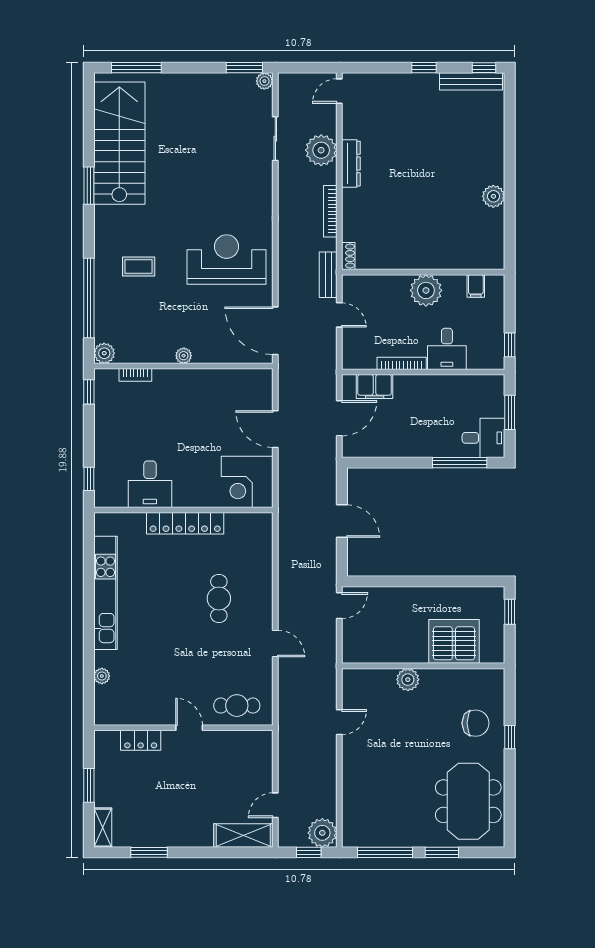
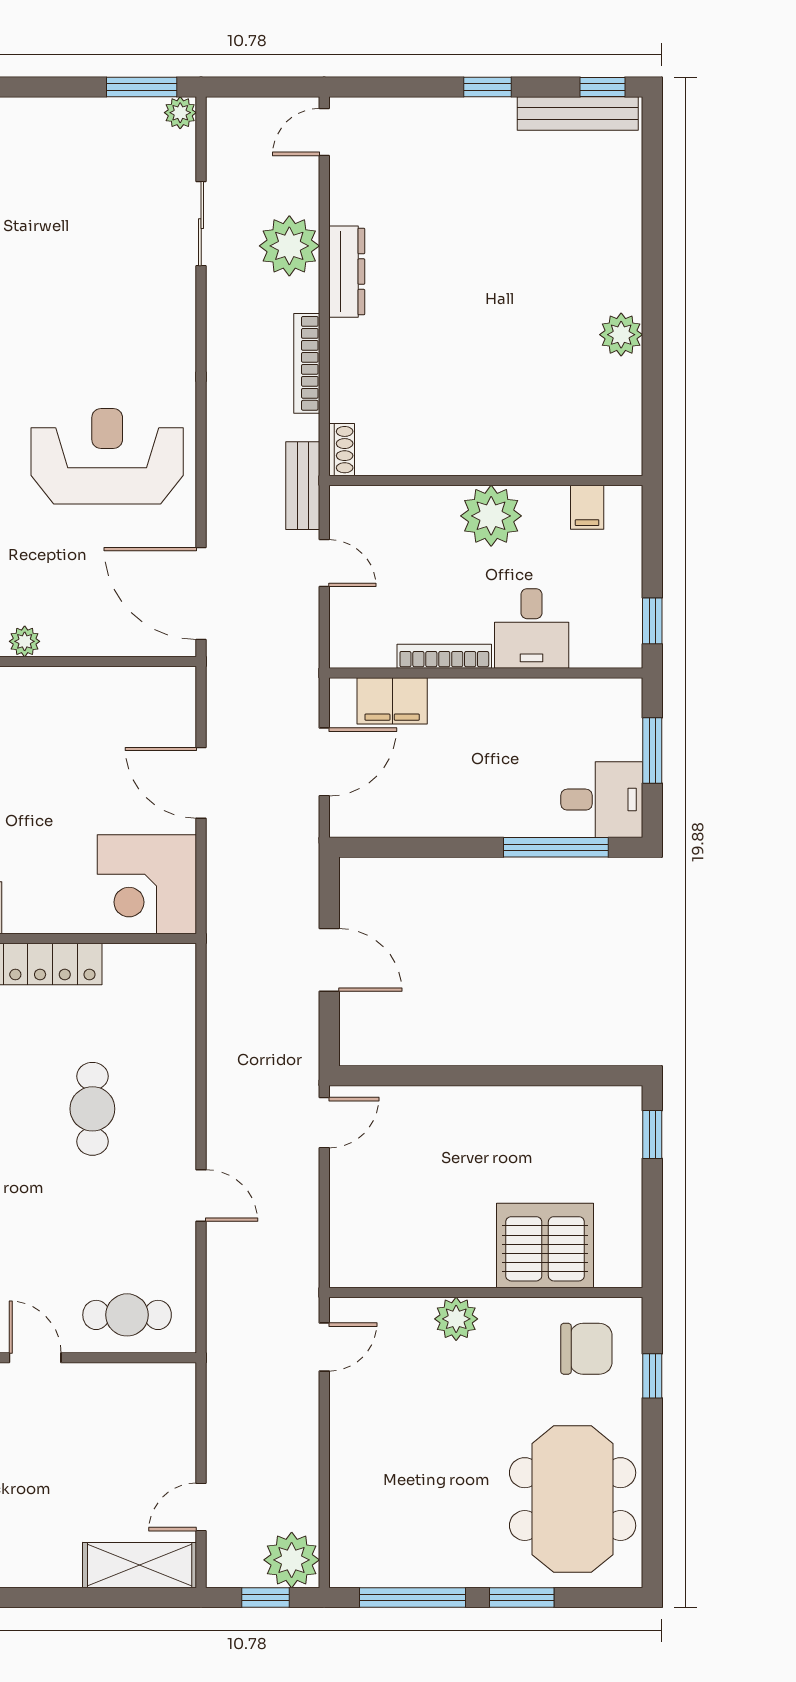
server rack: (454, 641) -> (545, 1245), moved
wall: (423, 666) -> (486, 1292), moved
plant: (408, 680) -> (456, 1319), moved

